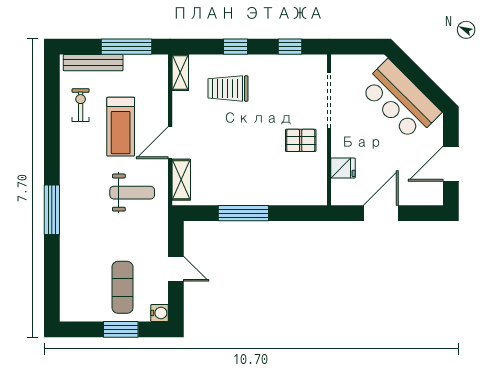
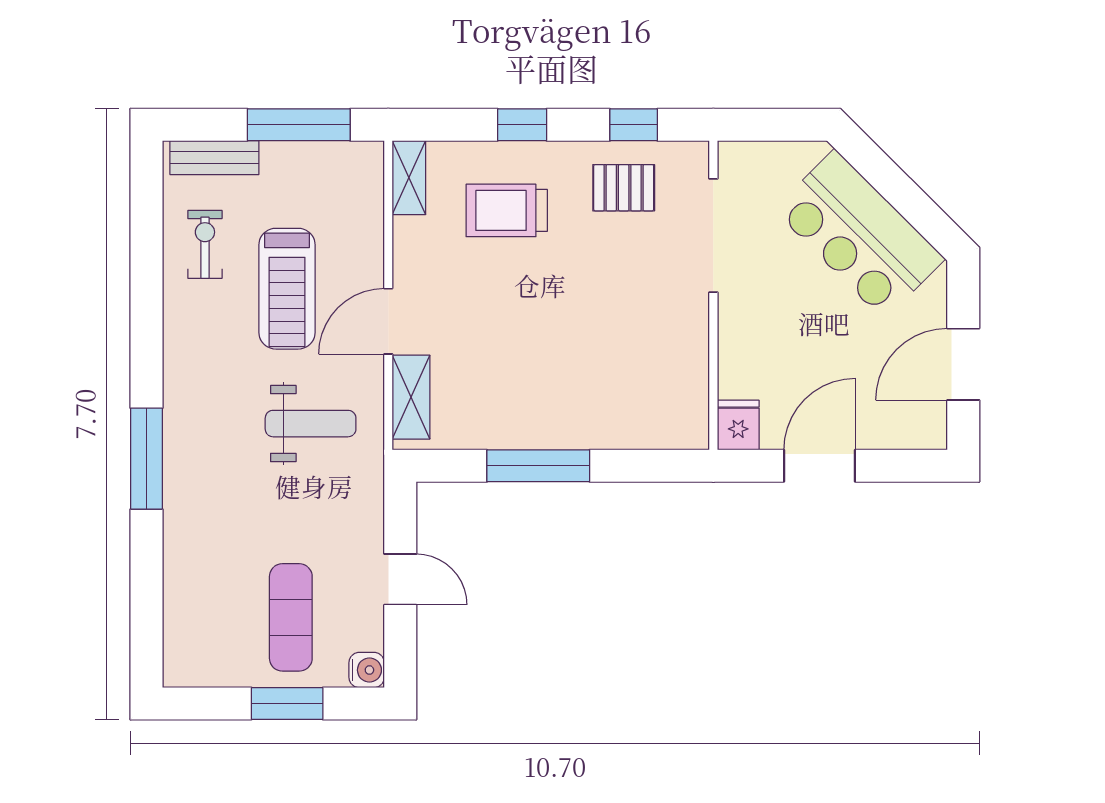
bench: (93, 63) -> (214, 158), width x0.73
pallet: (301, 140) -> (624, 188), moved
fridge: (343, 168) -> (738, 425), moved, turned -90

